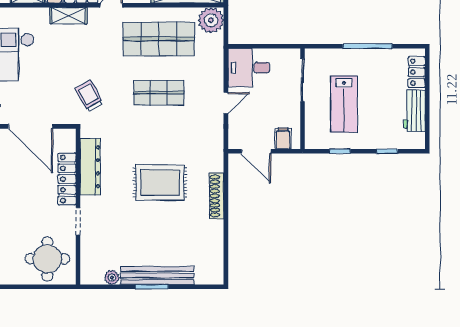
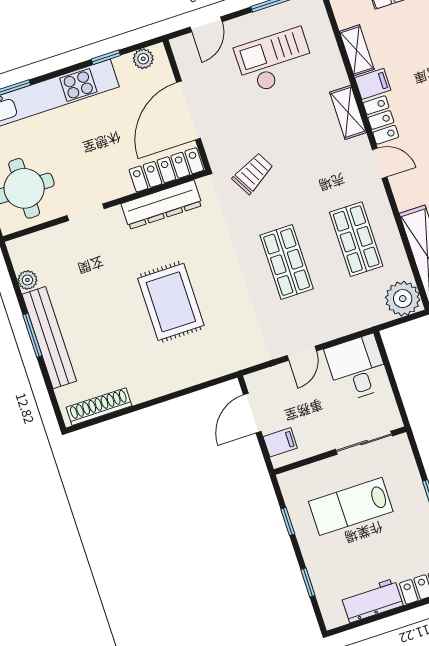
shop shelf: (159, 39) -> (356, 239), width x0.70, depth x0.74
door: (226, 103) -> (302, 353), hinge flipped
locker: (67, 179) -> (166, 170), moved
shoe rack: (217, 196) -> (99, 407), moved

